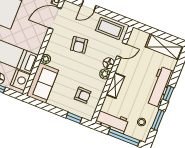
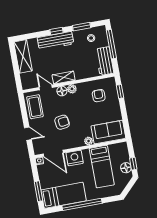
nightstand: (20, 80) -> (75, 158), moved
shelving: (115, 86) -> (64, 78), moved

